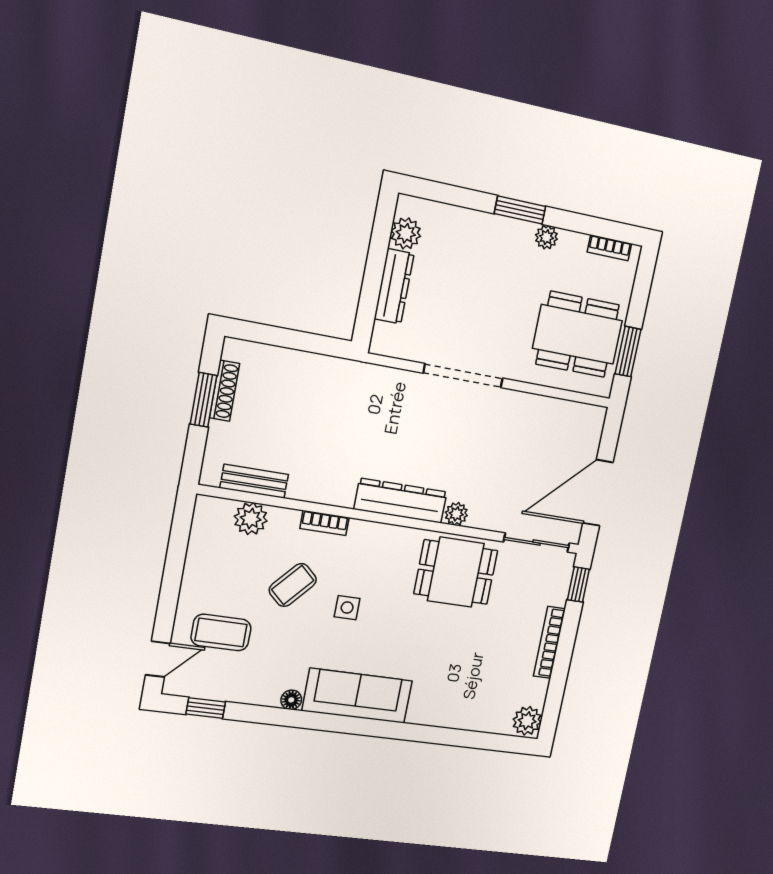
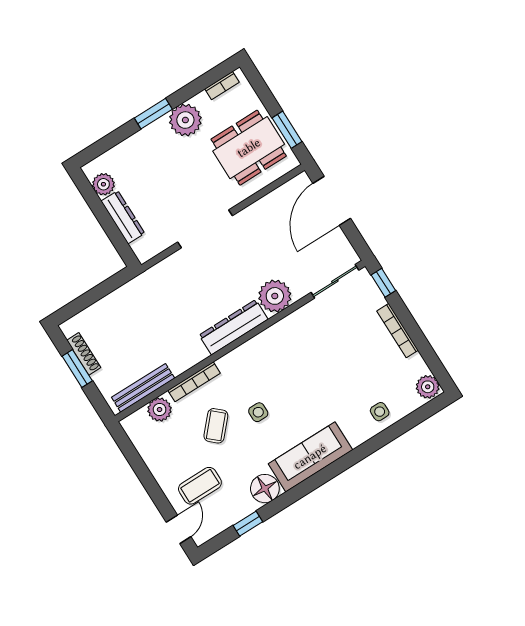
plant: (546, 237) -> (185, 120), width x1.87, depth x1.87
bench: (254, 481) -> (143, 388), width x1.36
door: (598, 493) -> (332, 201), moved
plant: (456, 514) -> (275, 296), width x1.87, depth x1.87
bookcase: (325, 523) -> (194, 382), width x1.56
dining table: (456, 572) -> (303, 339), removed
floor lamp: (291, 700) -> (265, 489), width x1.89, depth x1.89
side table: (462, 707) -> (380, 412), added
window: (206, 708) -> (248, 524), moved

